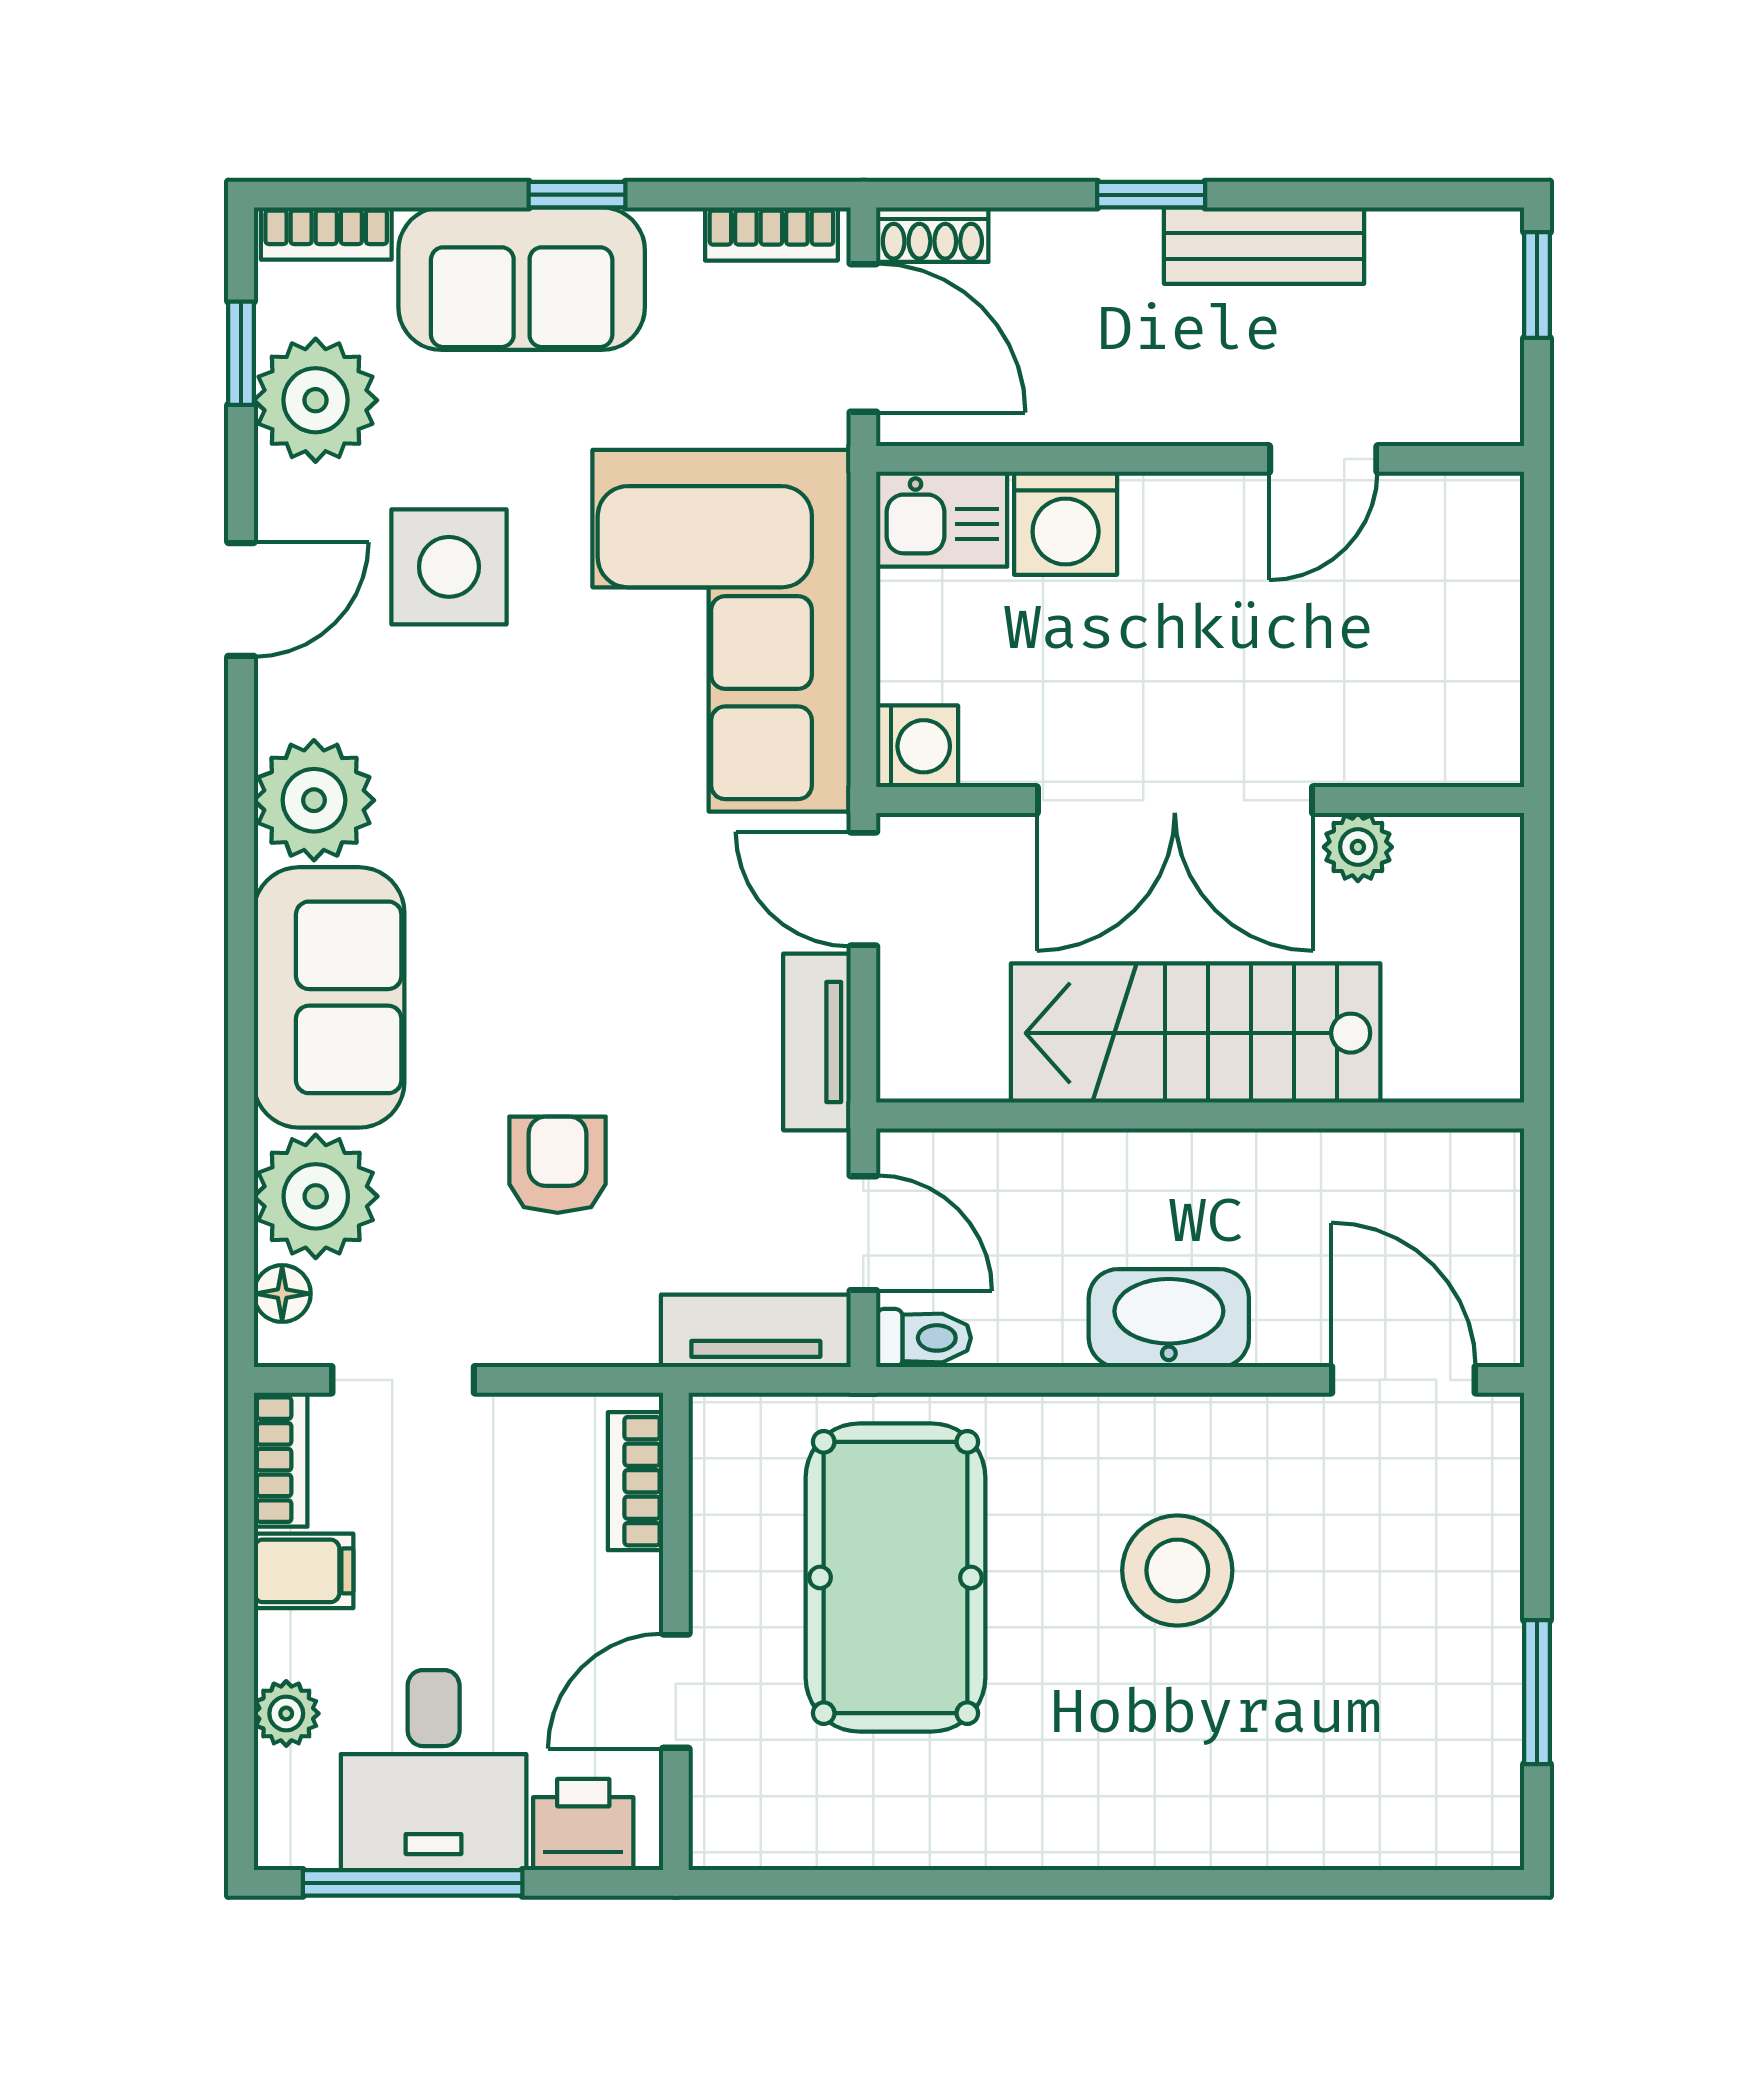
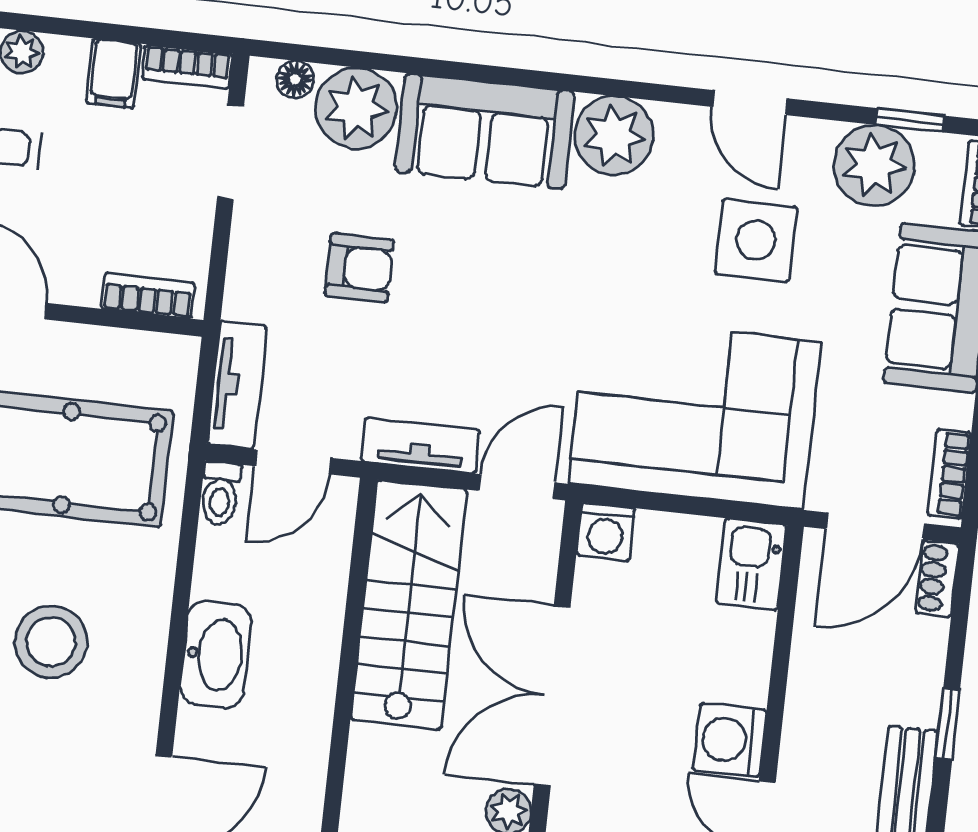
washing machine: (1066, 523) -> (730, 740), moved
stairs: (1196, 1033) -> (409, 605), moved

